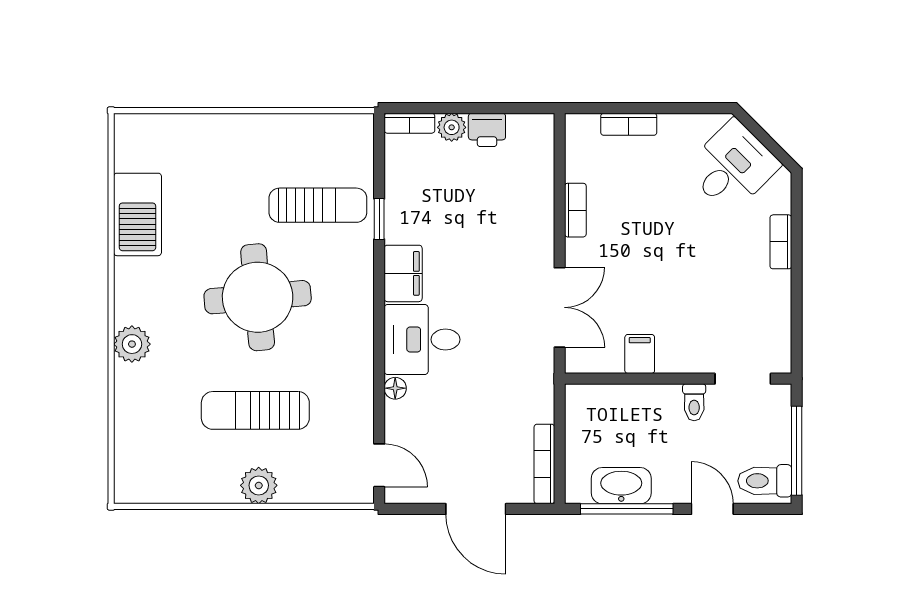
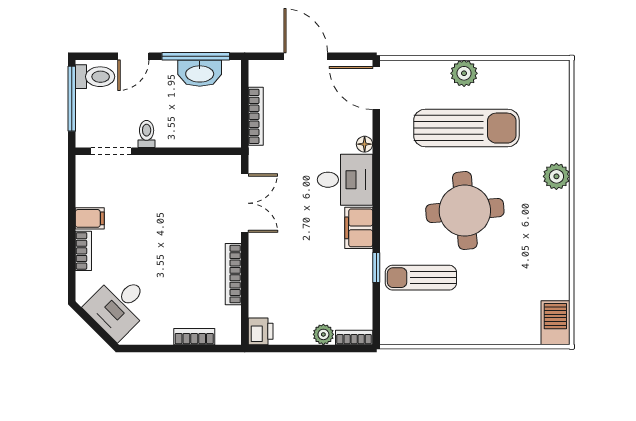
printer: (487, 130) -> (261, 331), moved, turned 90
bookcase: (575, 210) -> (233, 274), width x1.56
barbecue: (137, 214) -> (555, 323), moved, width x0.73, depth x0.83
double door: (560, 307) -> (245, 203), swing flipped
filing cabinet: (640, 354) -> (90, 218), moved, turned -90
sun lounger: (255, 410) -> (466, 128), width x1.36, depth x1.34
bookcase: (544, 464) -> (256, 116), moved
door: (379, 465) -> (376, 88), width x1.38
door: (712, 509) -> (133, 56), hinge flipped

